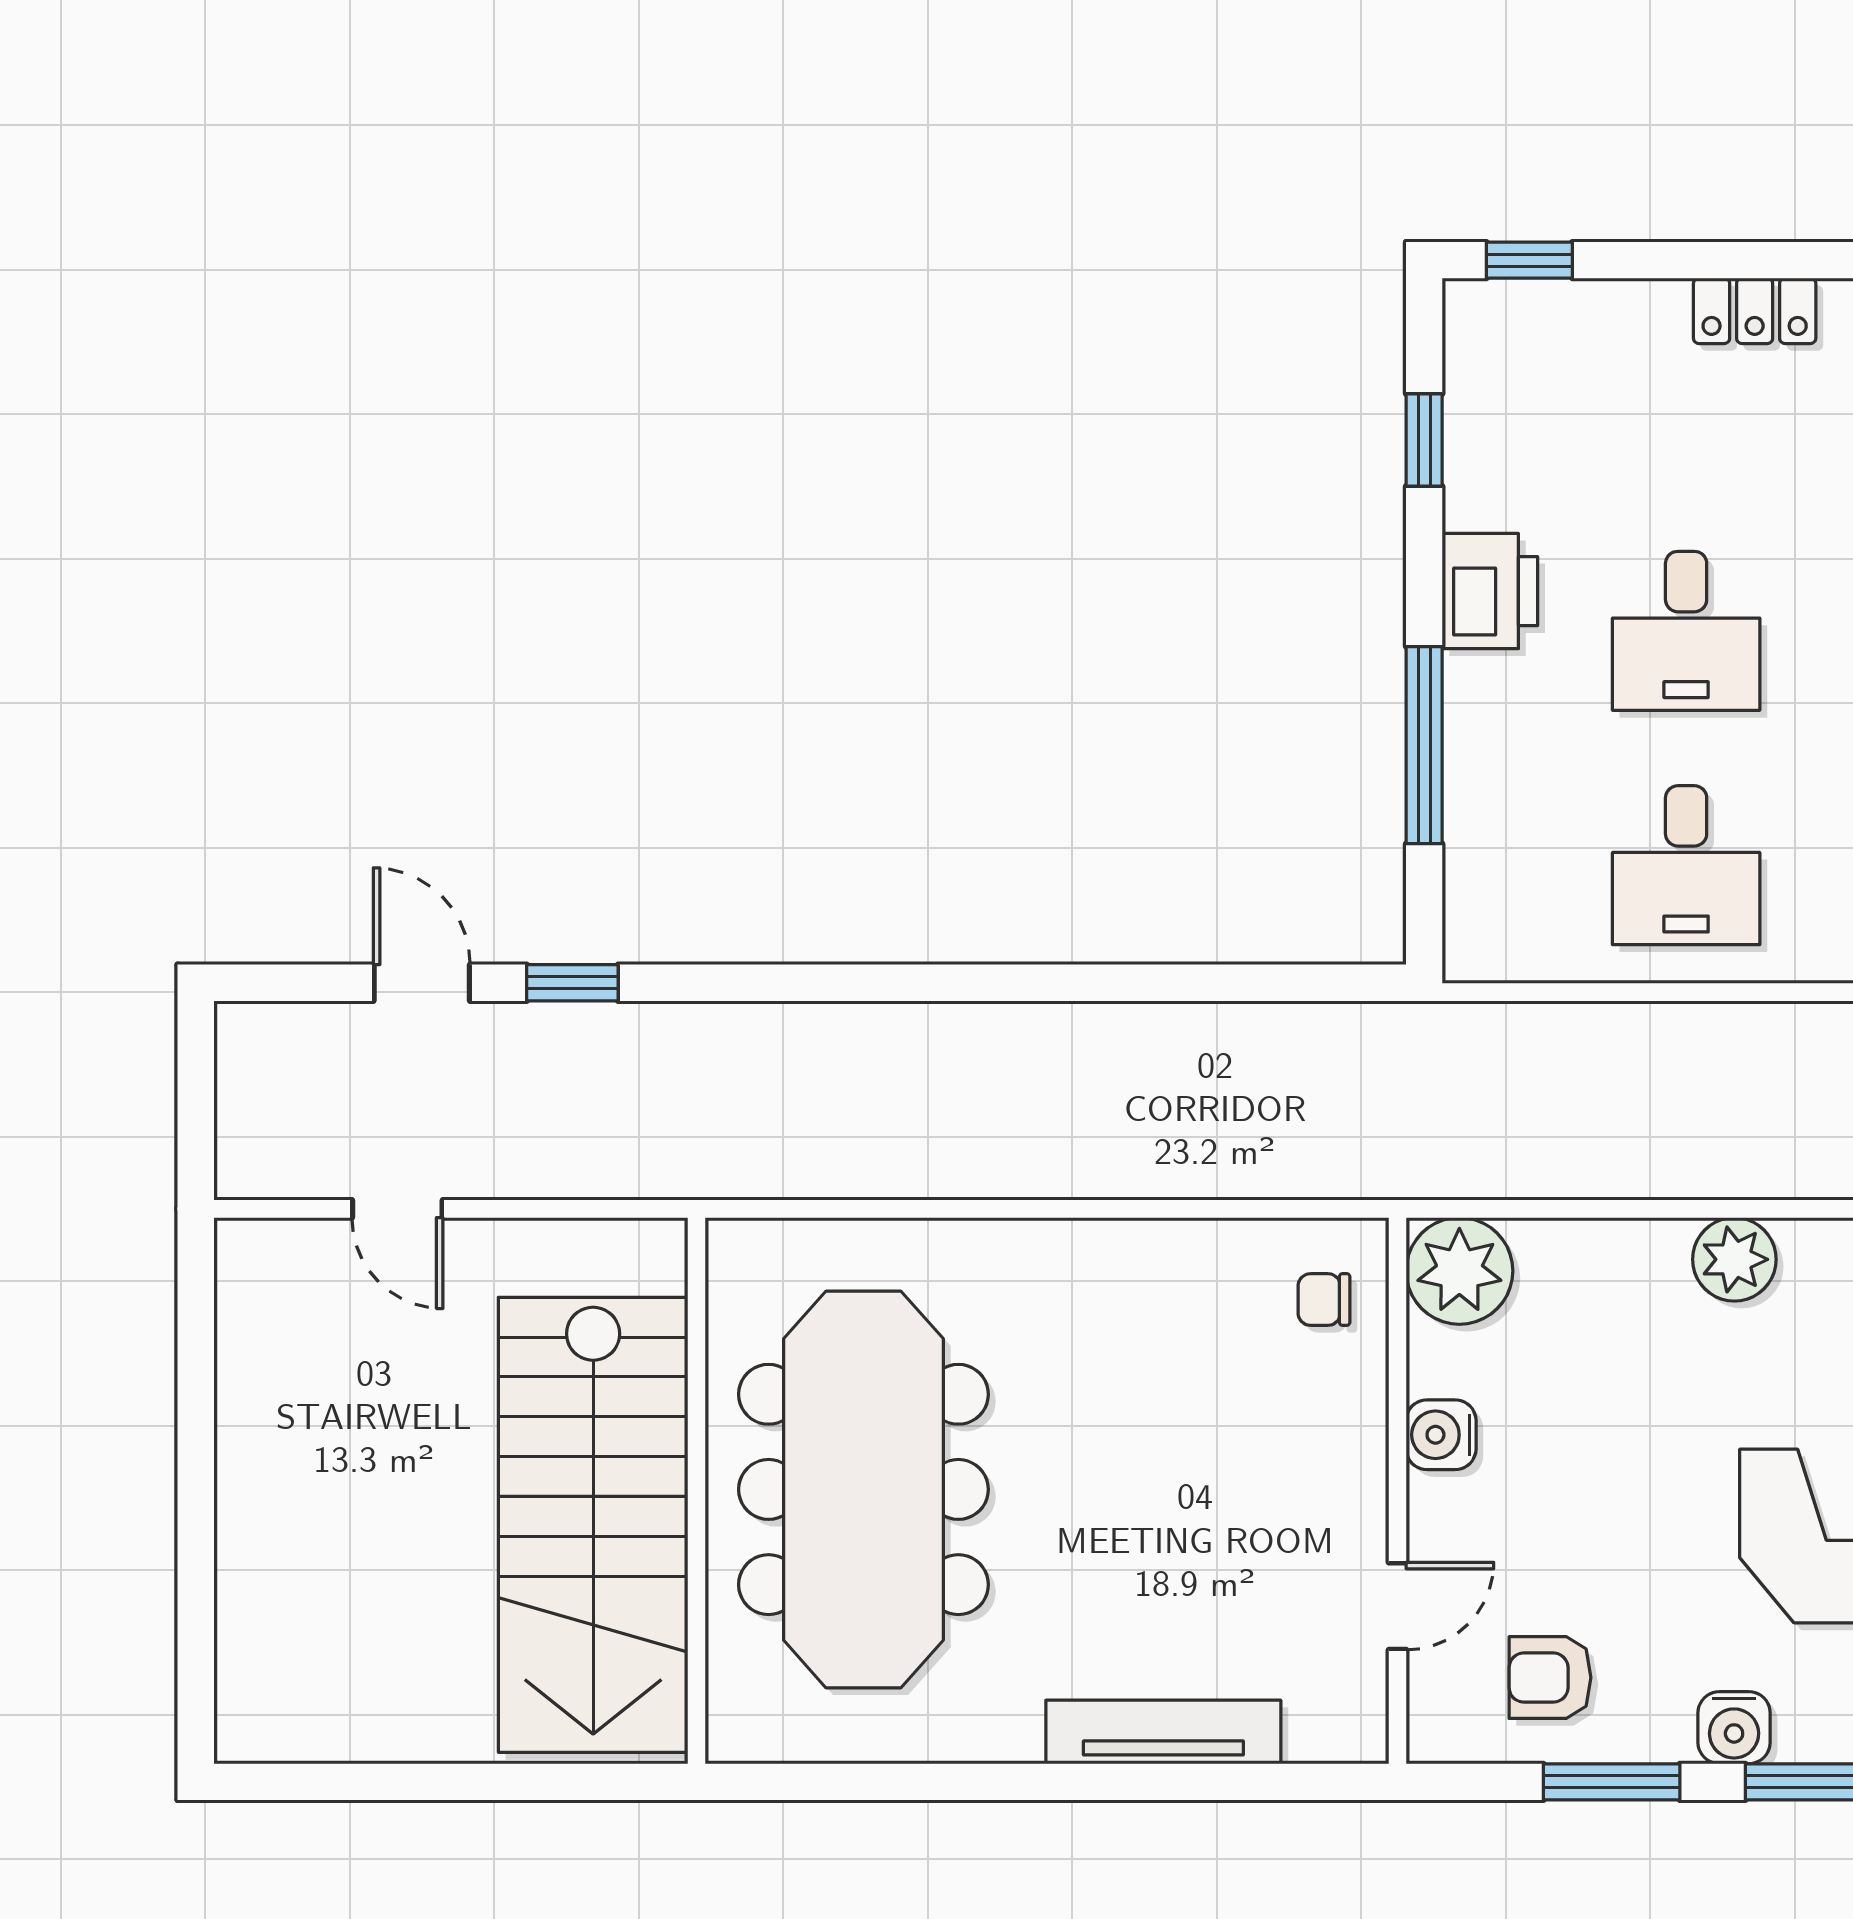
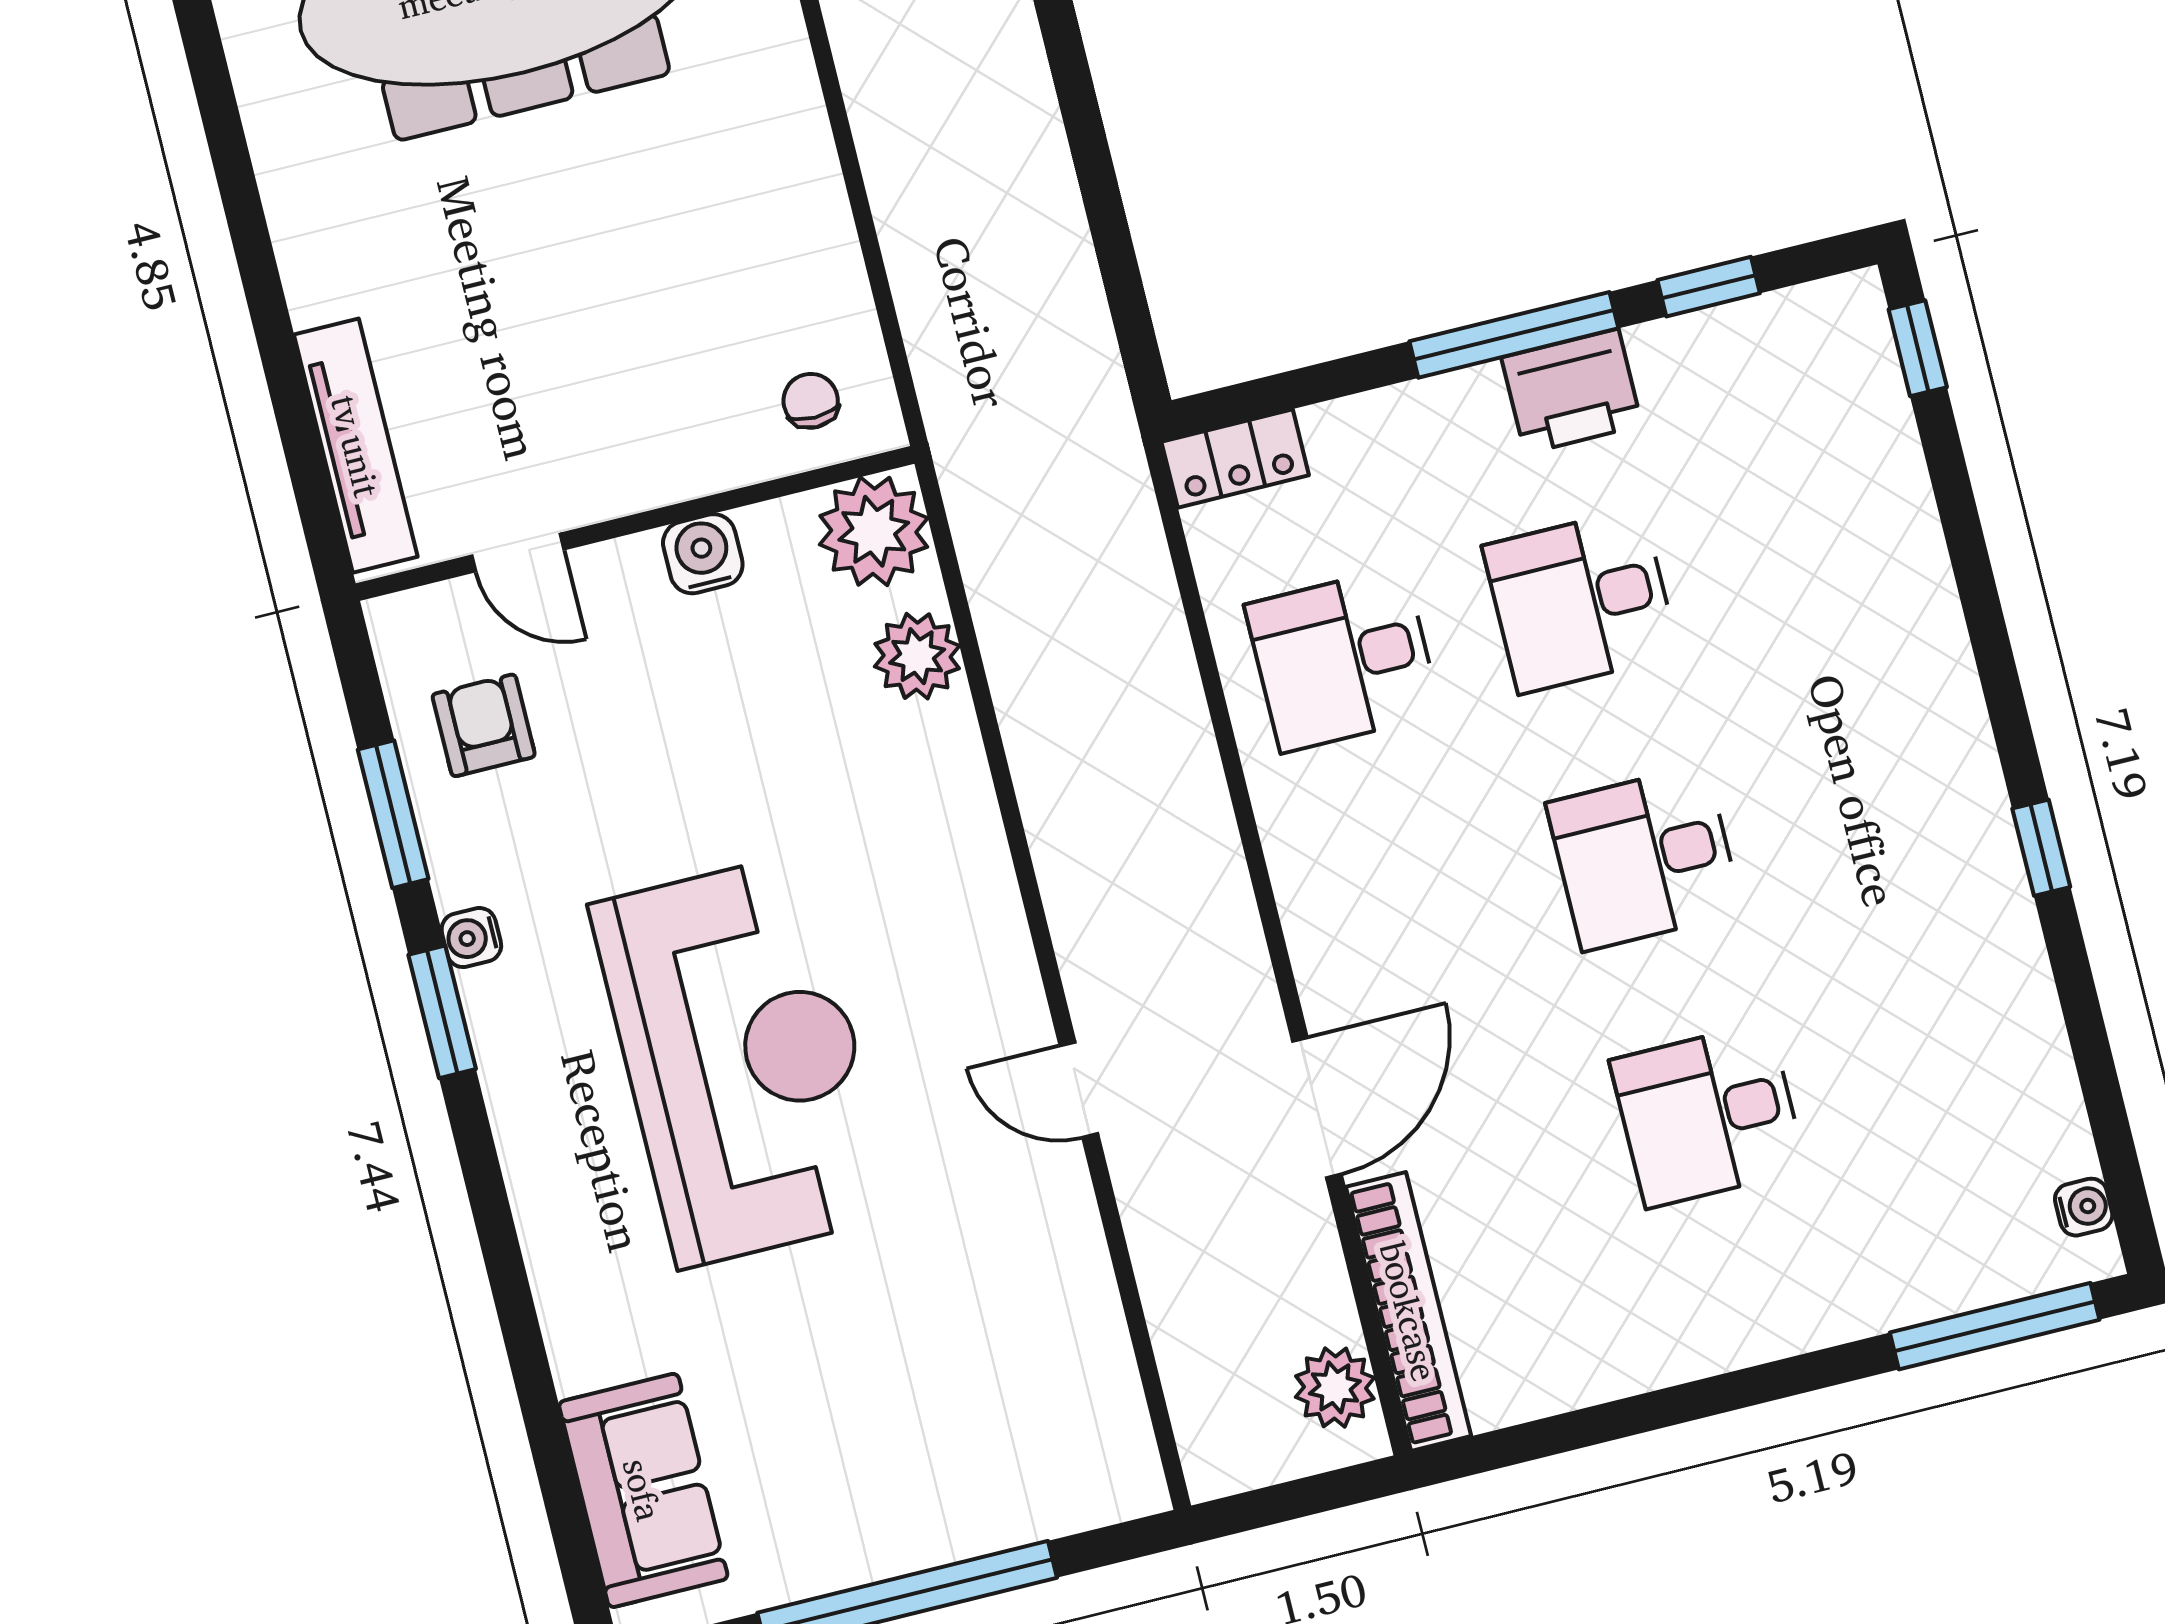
locker: (1755, 311) -> (1235, 458), moved, turned -90
window: (1424, 745) -> (1514, 335), moved
plant: (1734, 1259) -> (917, 656), moved
water cooler: (1734, 1728) -> (471, 938), width x0.72, depth x0.72
tv unit: (1163, 1732) -> (356, 446), moved

